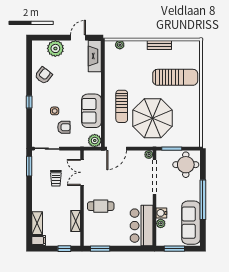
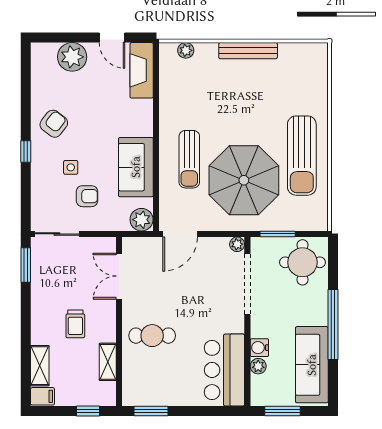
door: (78, 38) -> (112, 38), swing flipped
bench: (159, 45) -> (248, 51), width x1.36
armchair: (44, 75) -> (54, 124), moved
sun lounger: (175, 77) -> (302, 156), moved, turned 90
trolley: (56, 178) -> (75, 324), moved

